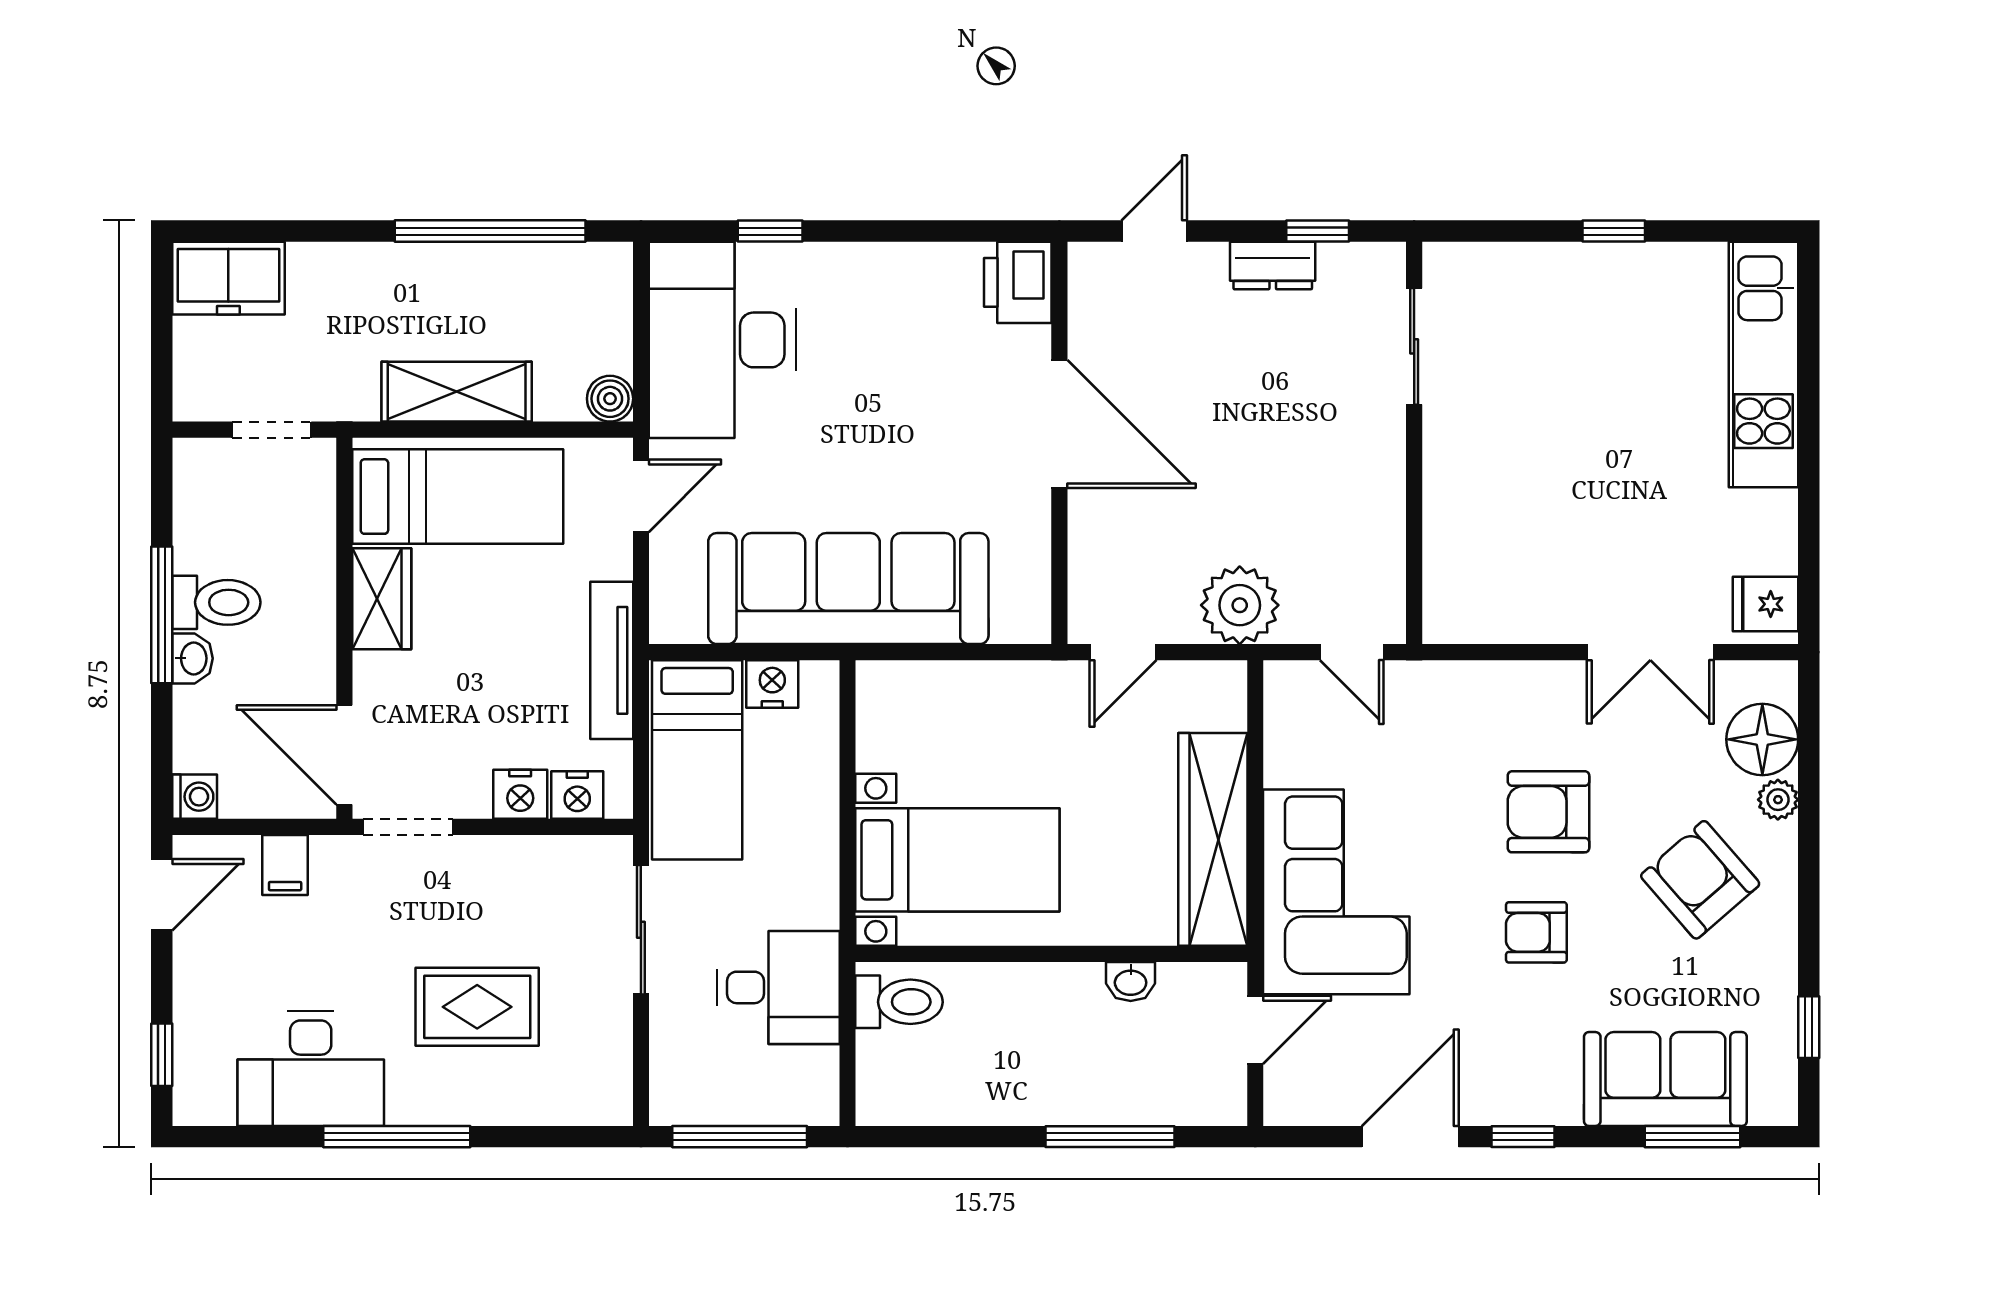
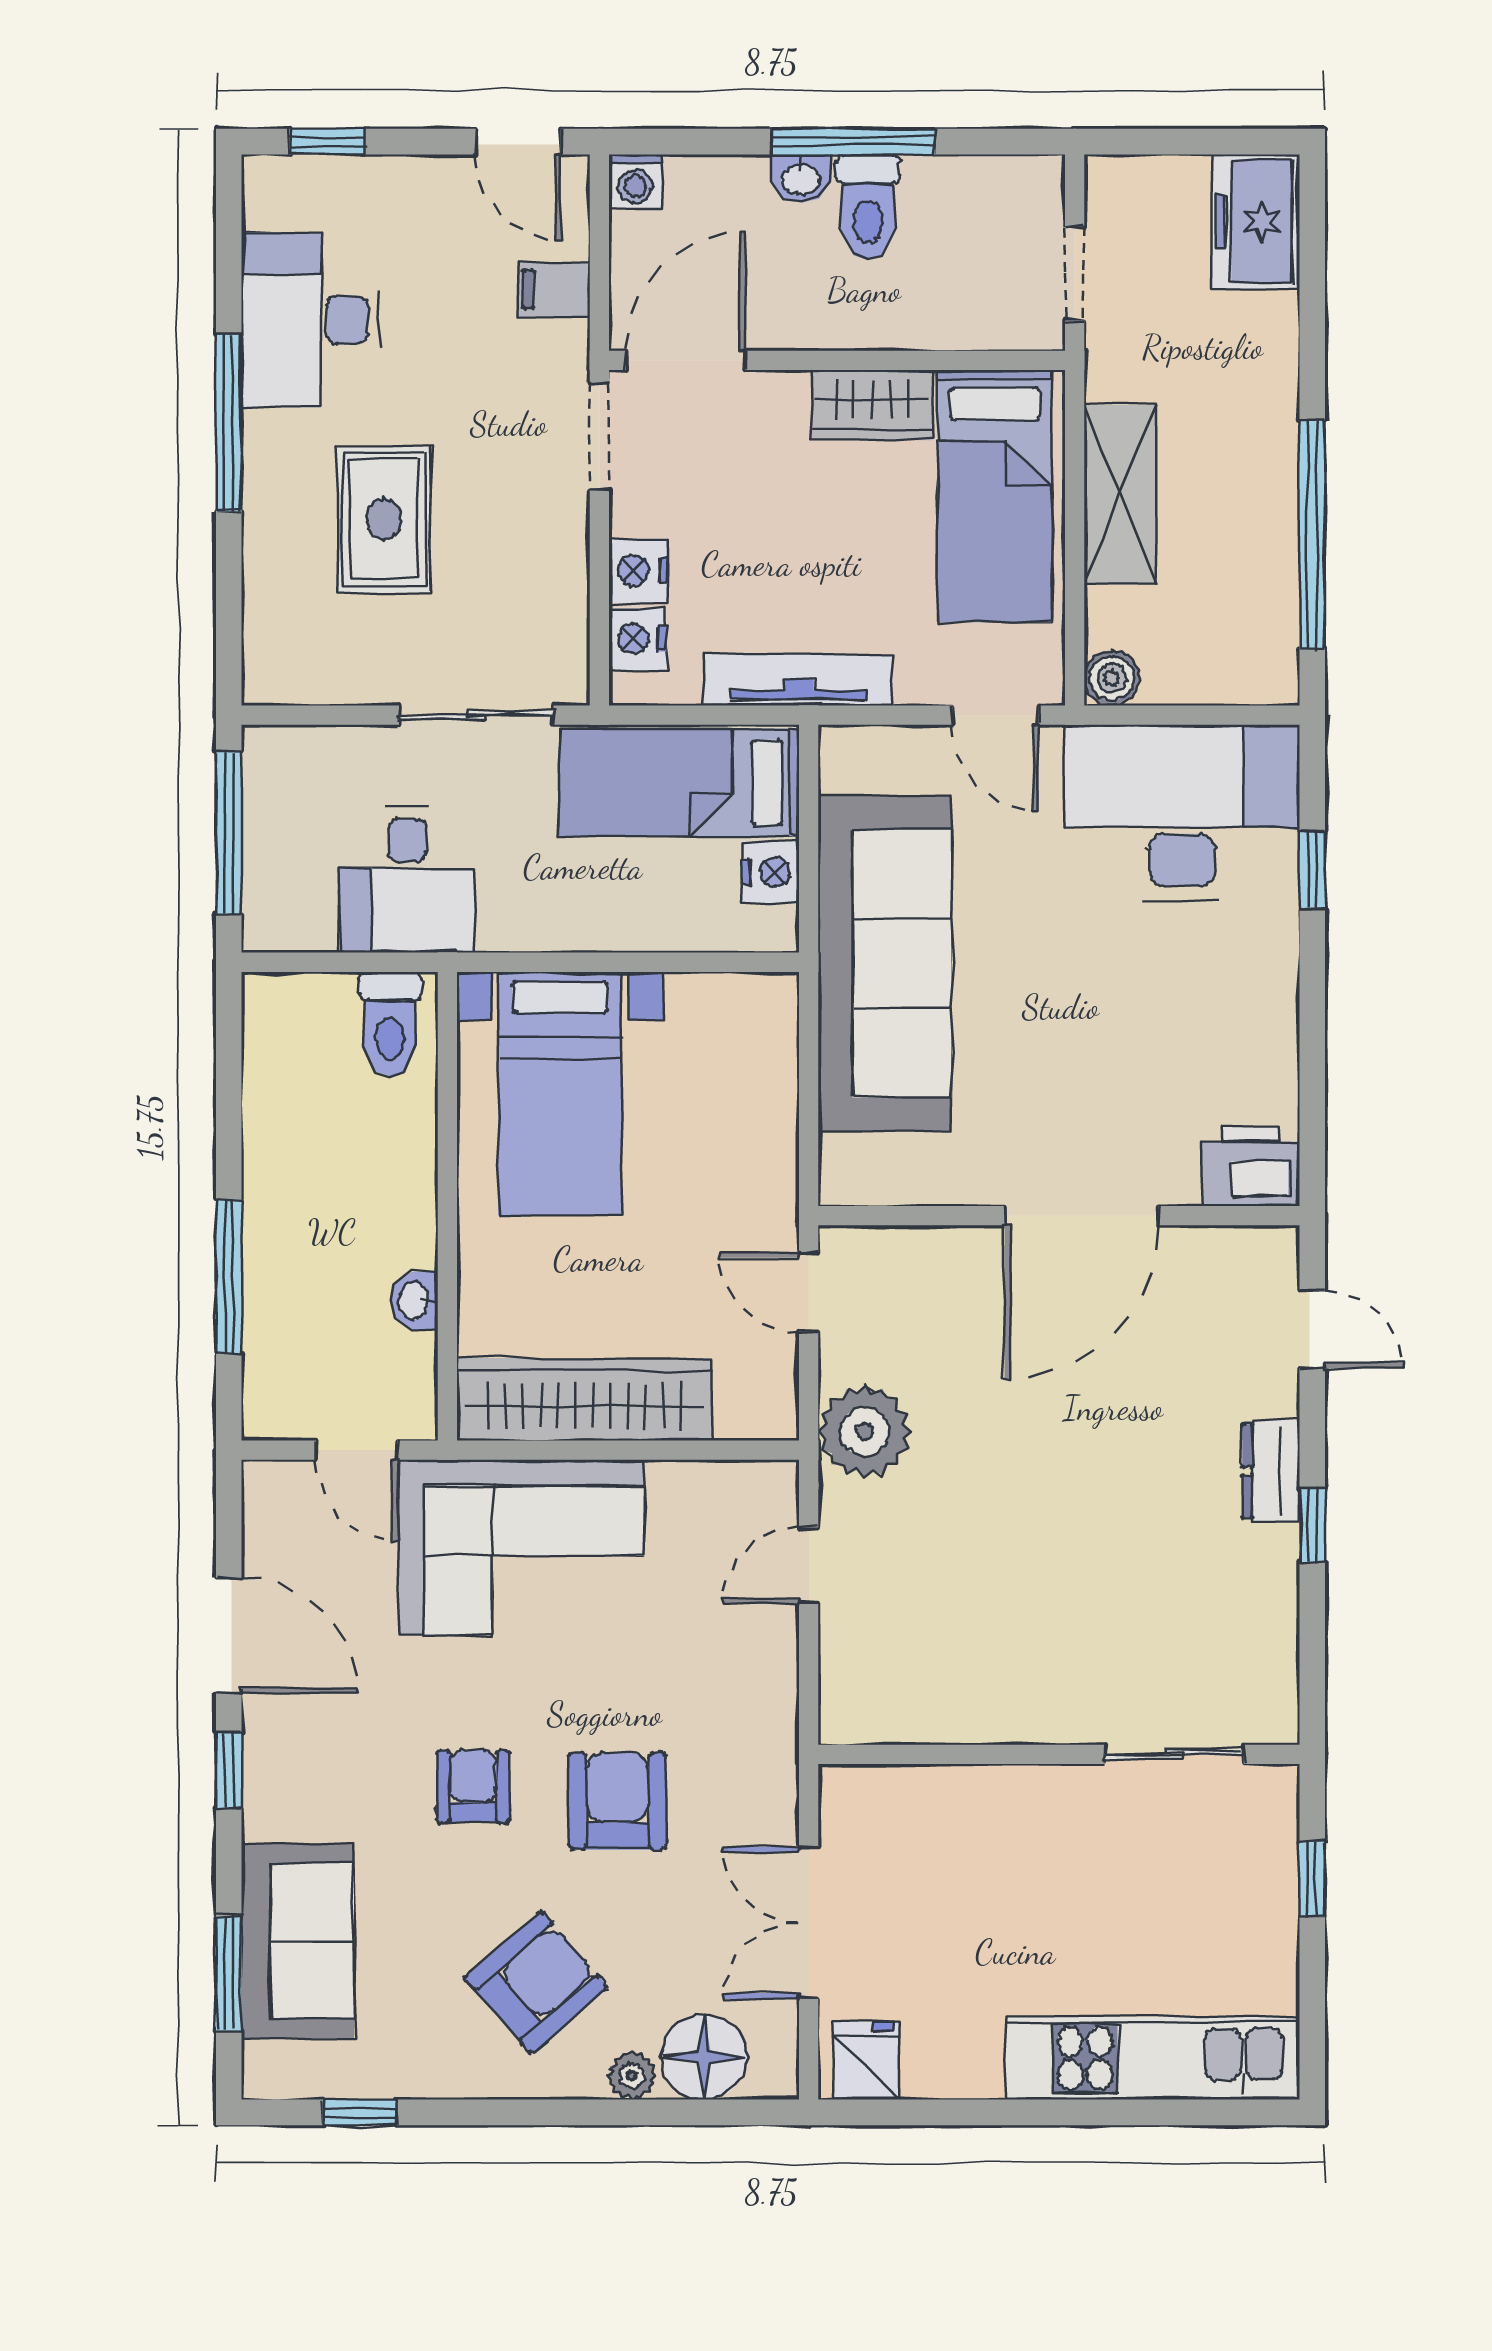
sliding door: (1414, 346) -> (1174, 1754), moved
wall: (1414, 443) -> (1059, 1754), moved

